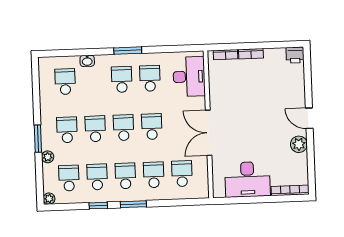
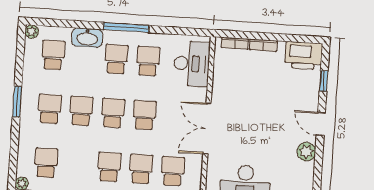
window: (128, 51) -> (126, 28), width x1.44
printer: (295, 55) -> (304, 56), width x1.87, depth x1.48
washbasin: (87, 61) -> (87, 38), width x1.91, depth x1.45
window: (308, 80) -> (324, 81), added
window: (38, 139) -> (17, 102), moved
plant: (48, 157) -> (32, 32), moved
school desk: (97, 177) -> (78, 165), removed

